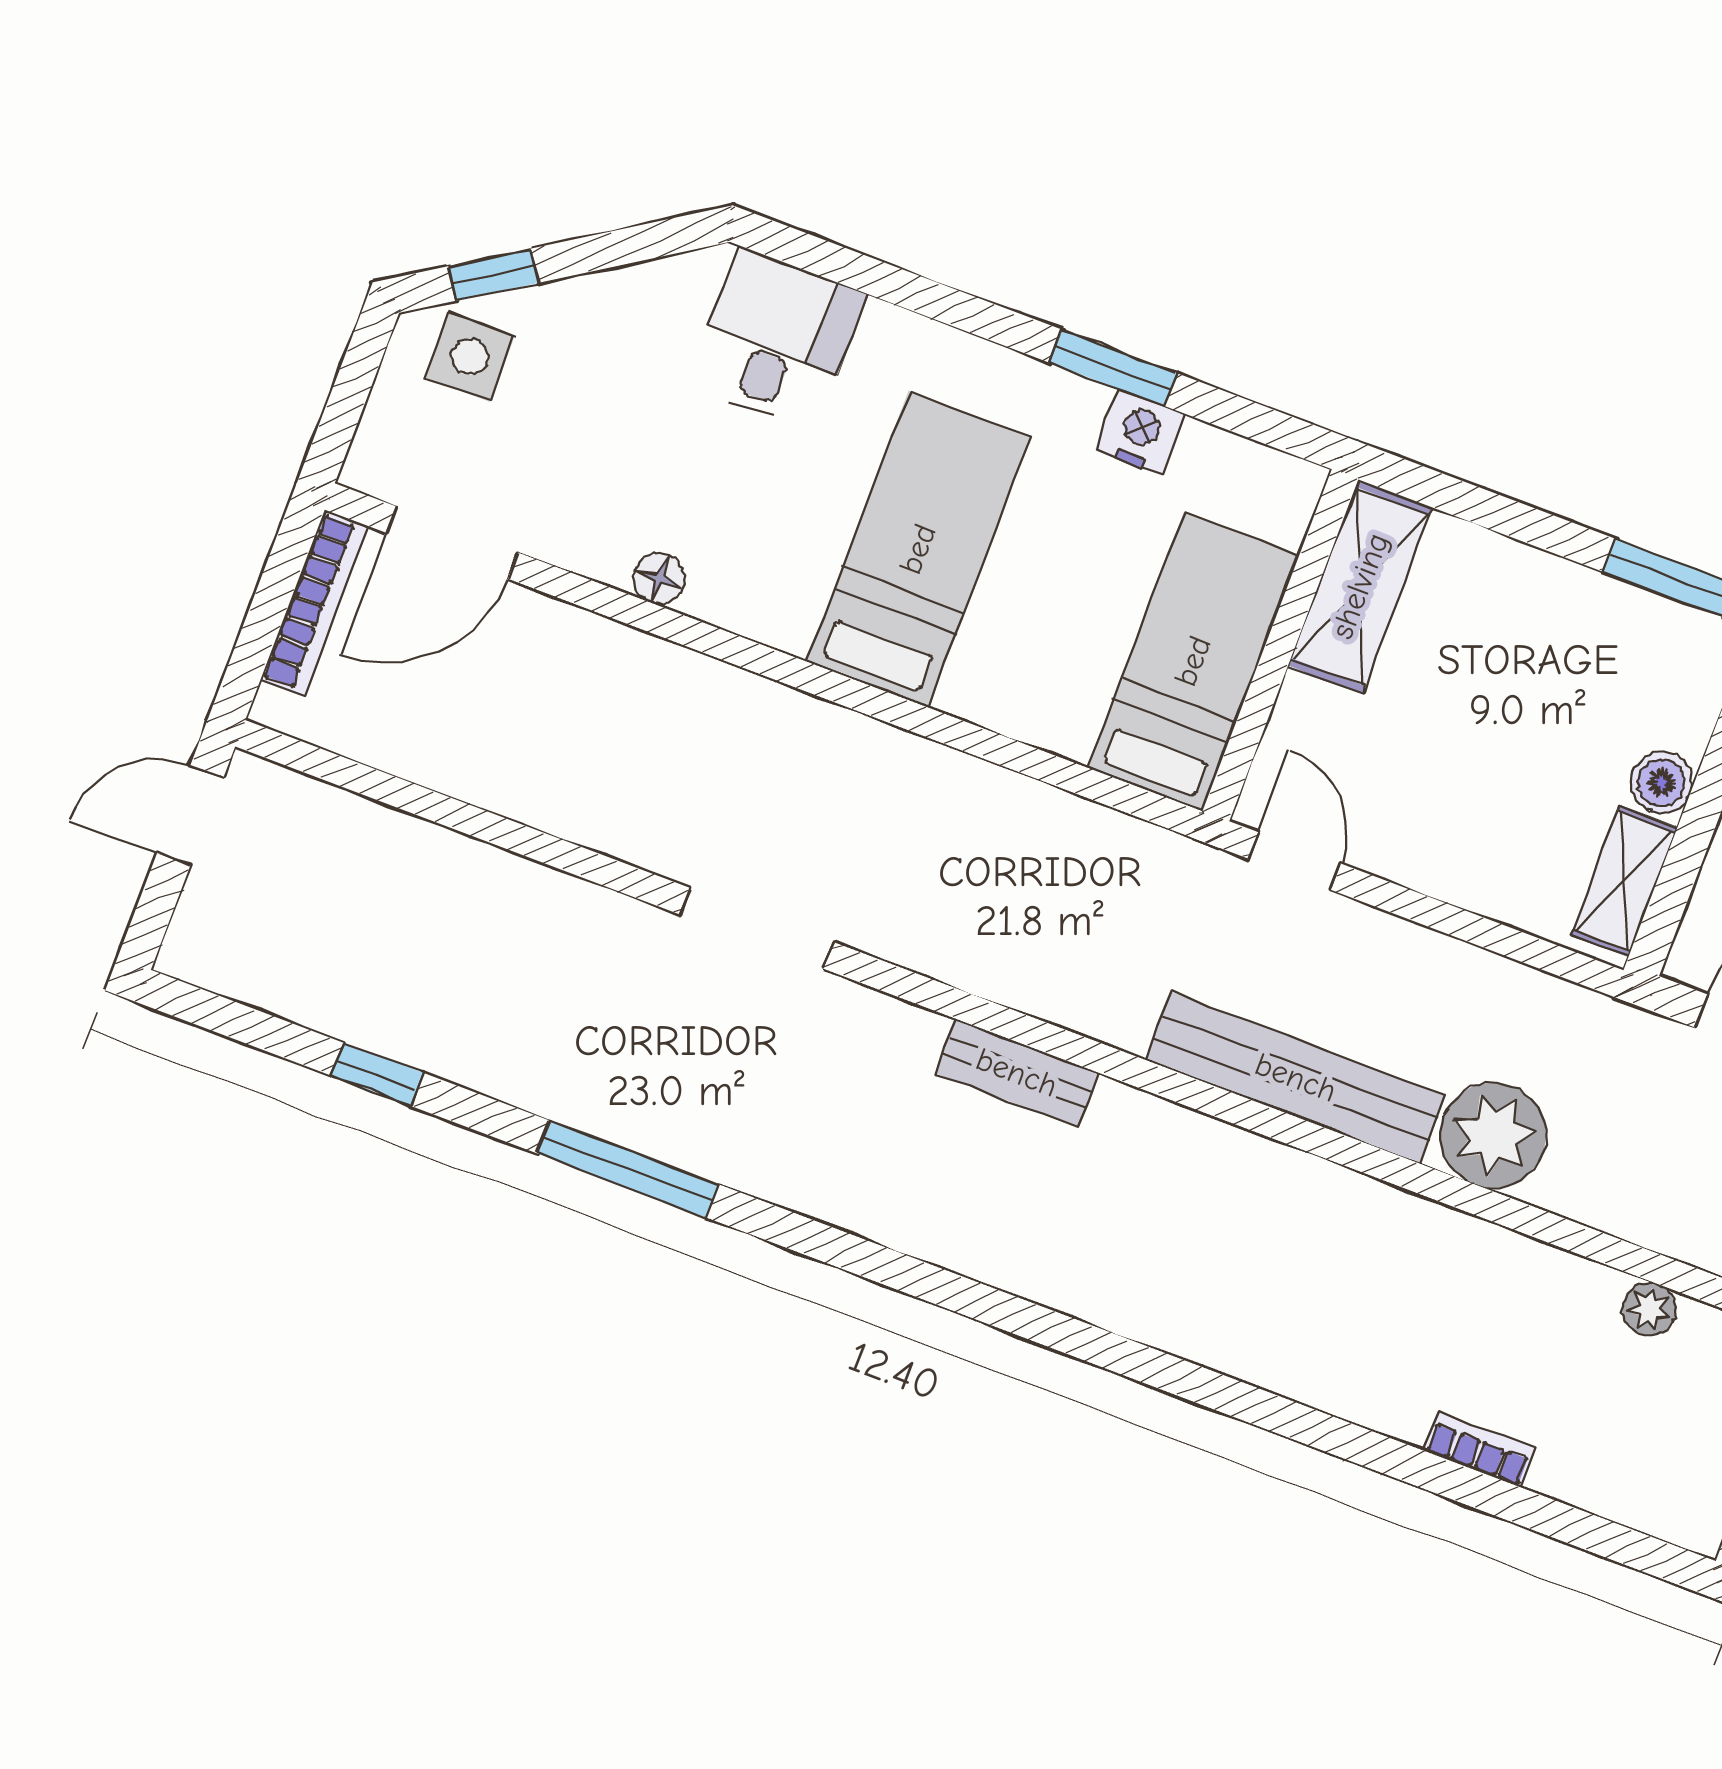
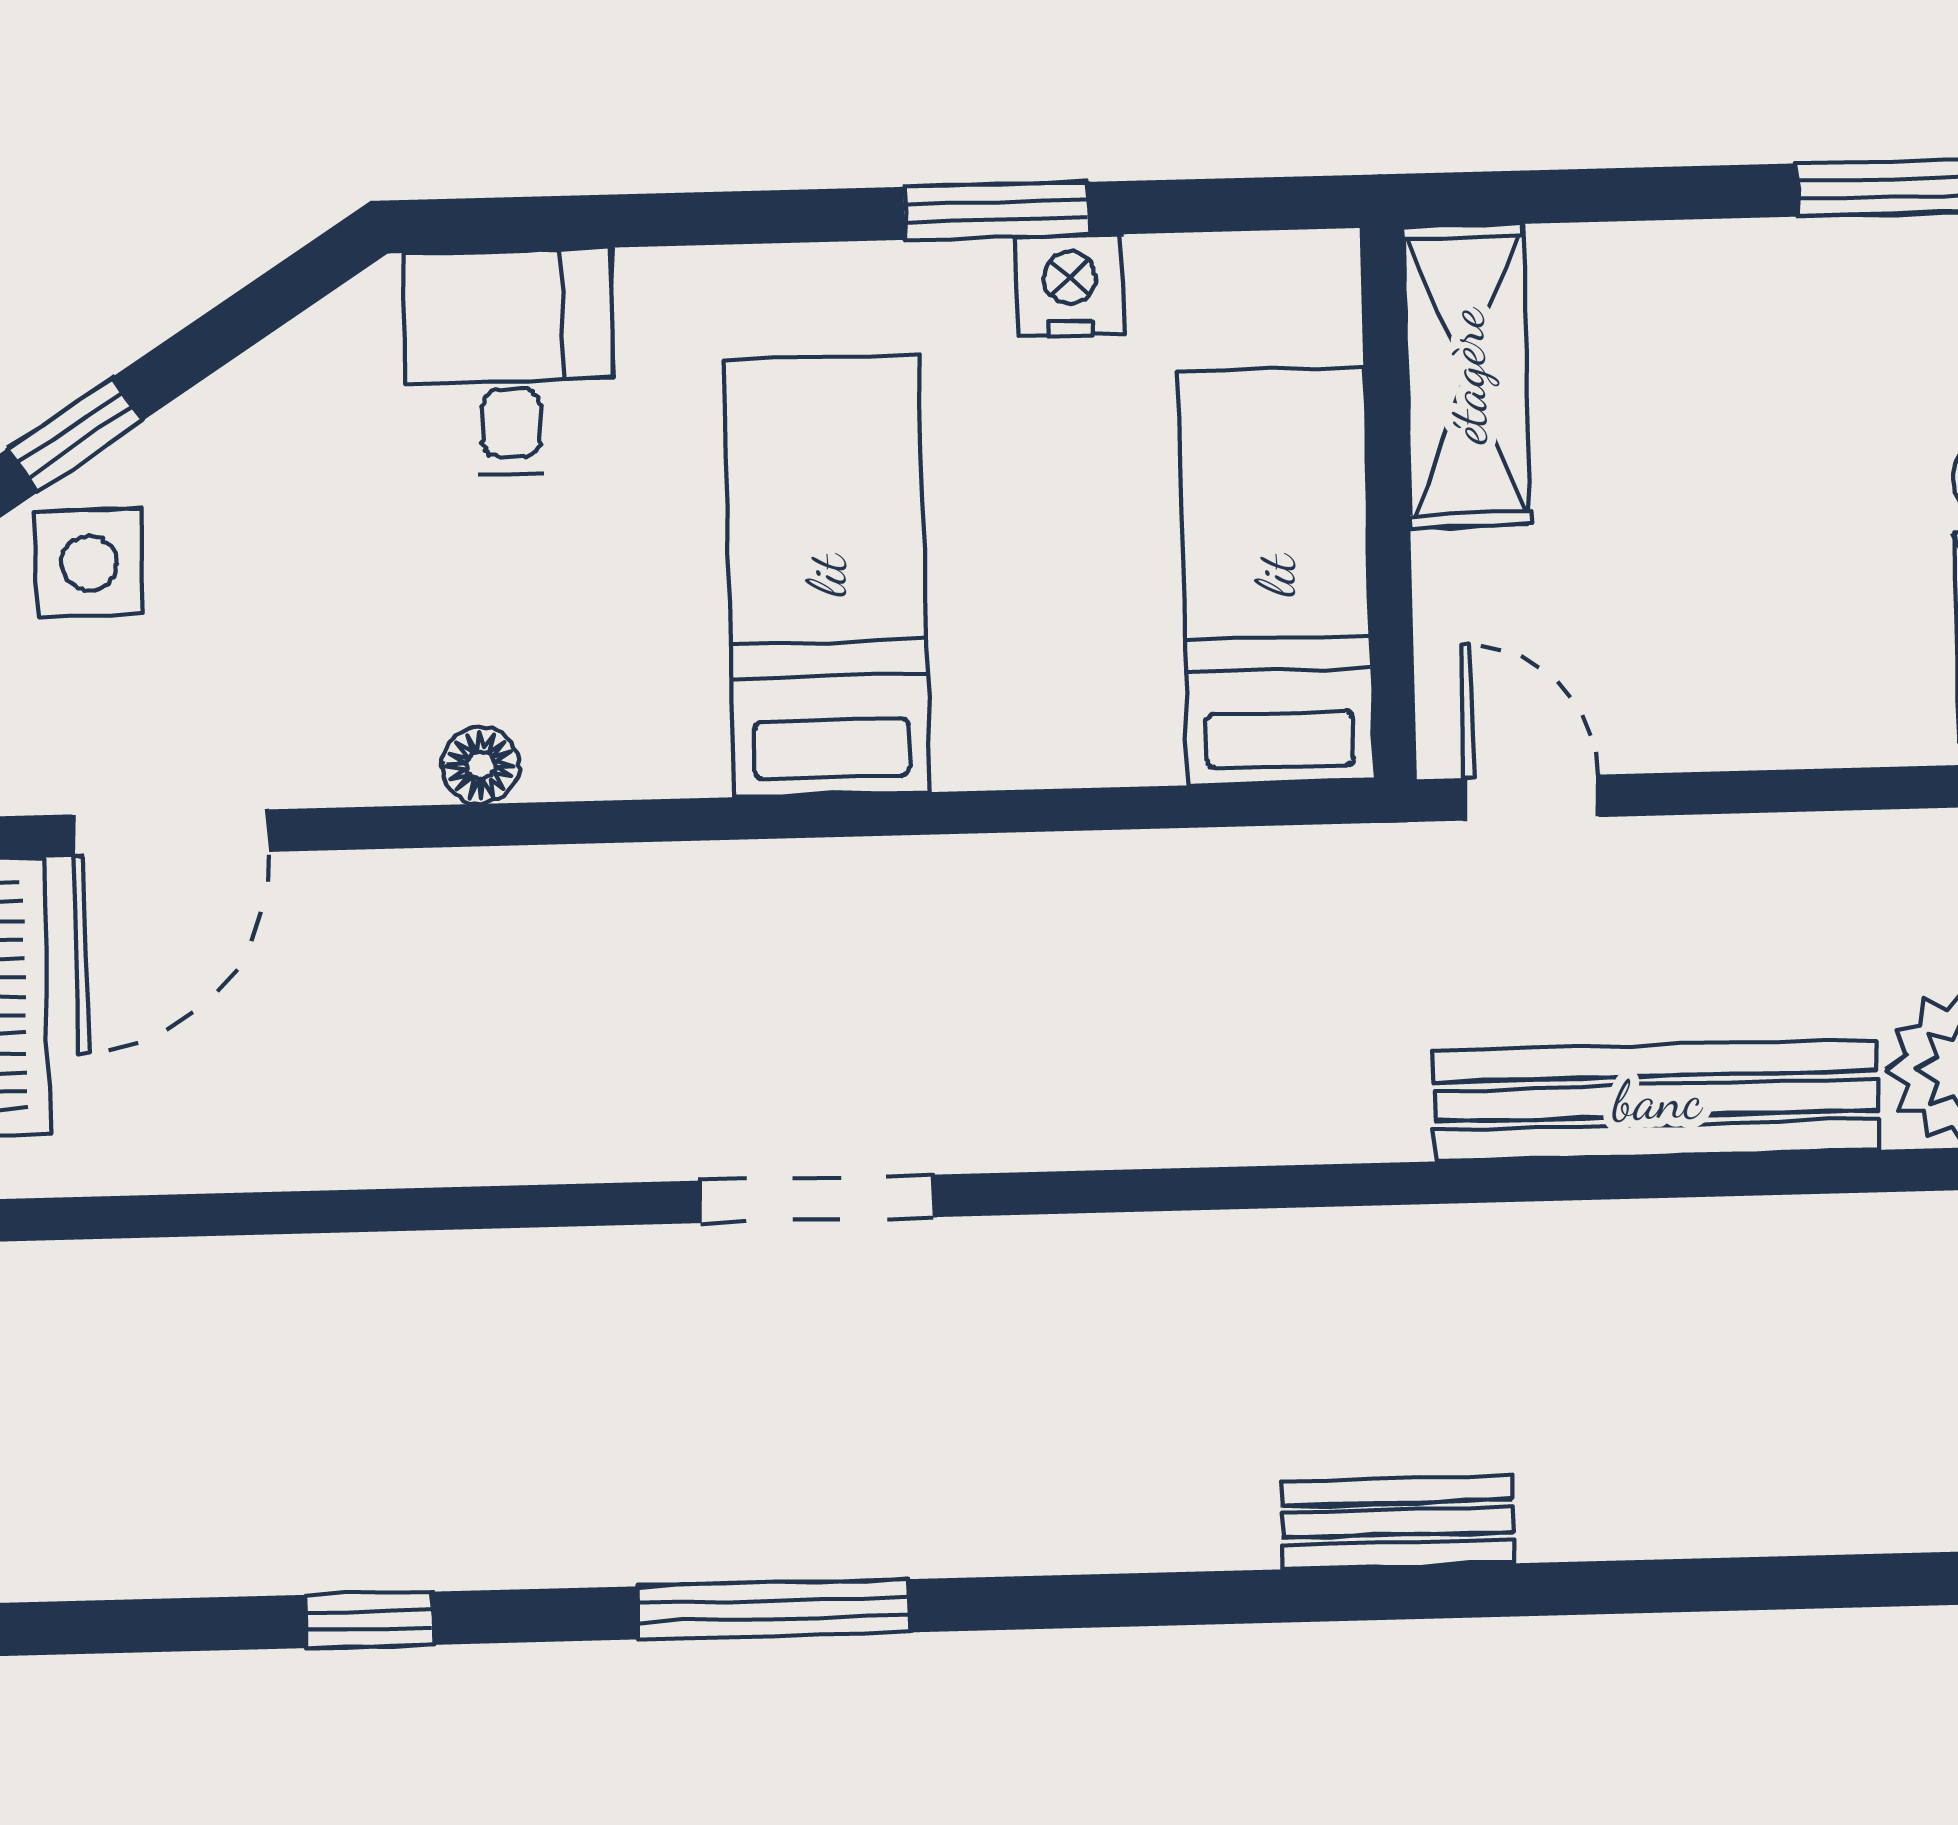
bench: (1017, 1073) -> (1397, 1522), moved

